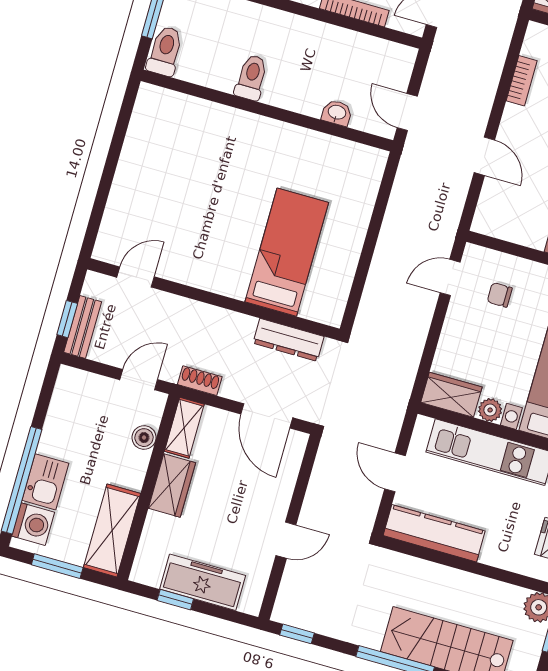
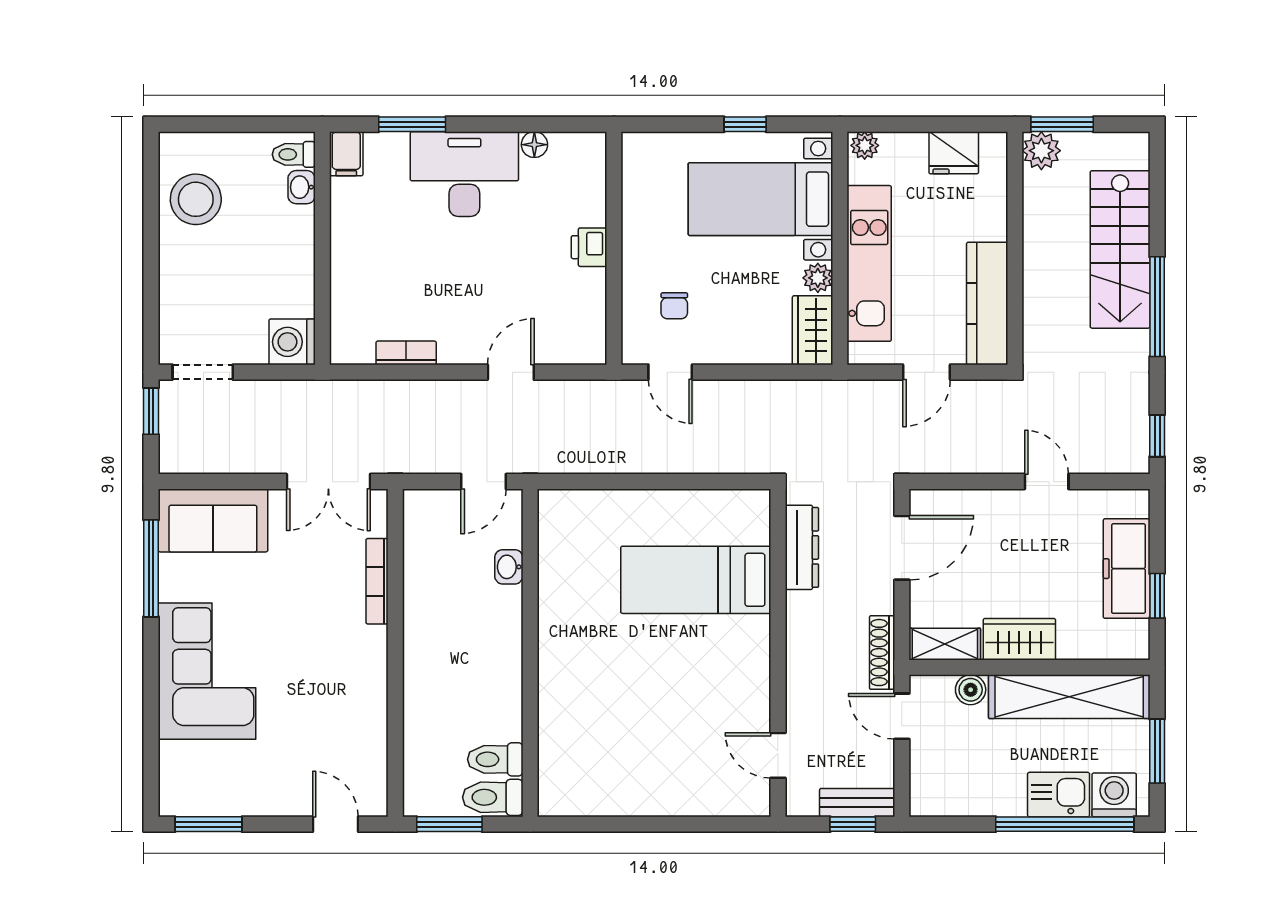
toilet: (251, 78) -> (495, 759), moved
shoe rack: (200, 381) -> (882, 653), width x1.43
shelving: (112, 531) -> (1069, 697), width x1.47

